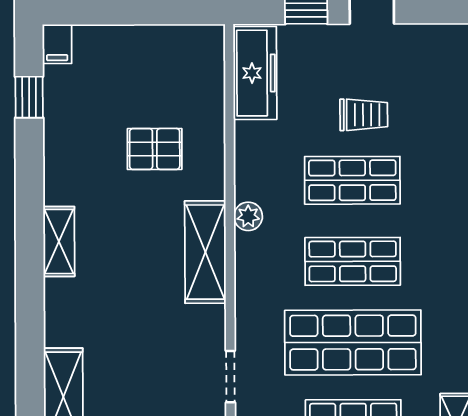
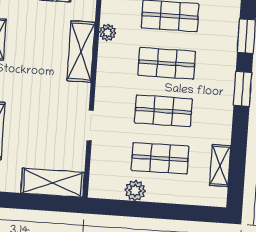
shop shelf: (353, 343) -> (163, 111), width x0.70, depth x0.74

